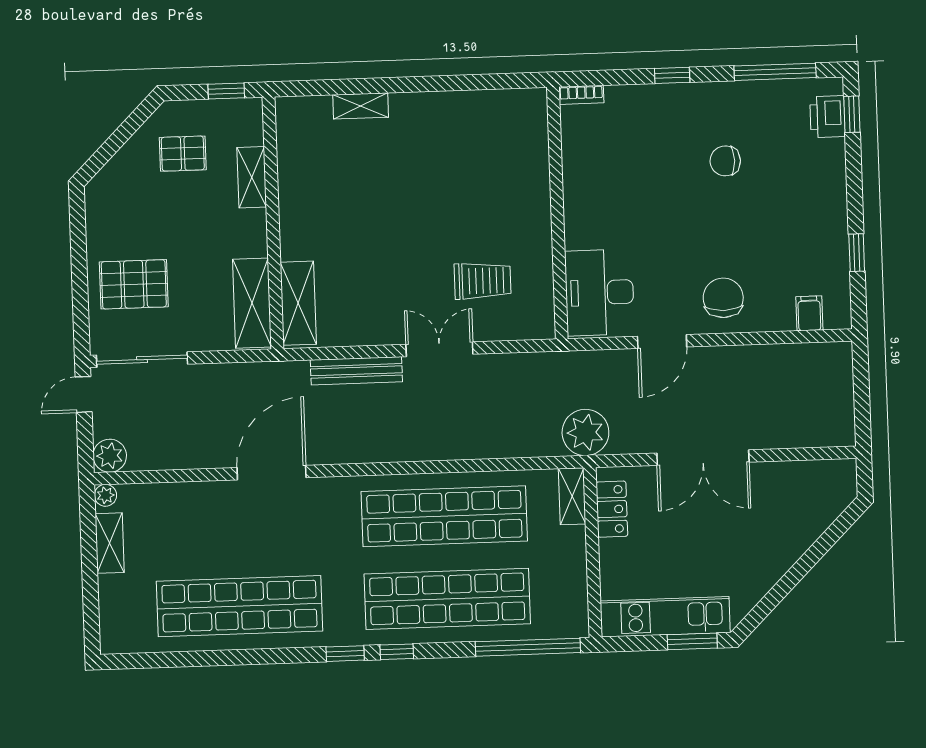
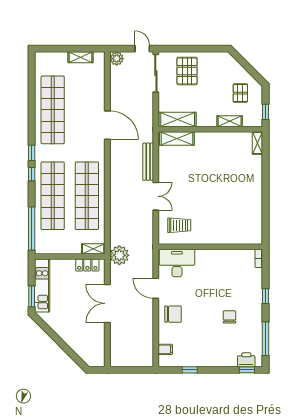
shelving: (361, 106) -> (257, 143), moved
trolley: (483, 281) -> (179, 225), moved, turned -90
plant: (105, 495) -> (100, 56), removed

